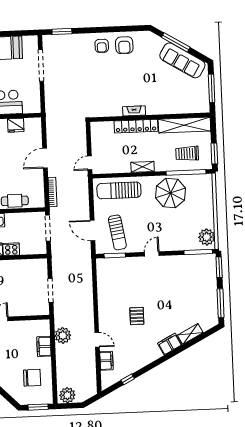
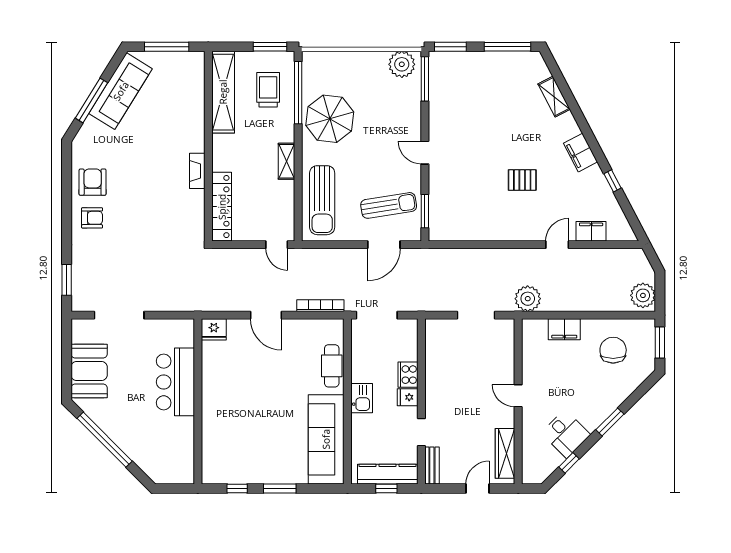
armchair: (124, 45) -> (93, 182), turned -90
fridge: (16, 125) -> (214, 329), moved, turned 90
locker: (136, 126) -> (222, 207), moved
trolley: (187, 153) -> (268, 90), turned 180
plant: (63, 335) -> (528, 299), moved
filing cabinet: (170, 344) -> (580, 153), moved
window: (128, 379) -> (613, 181), moved

